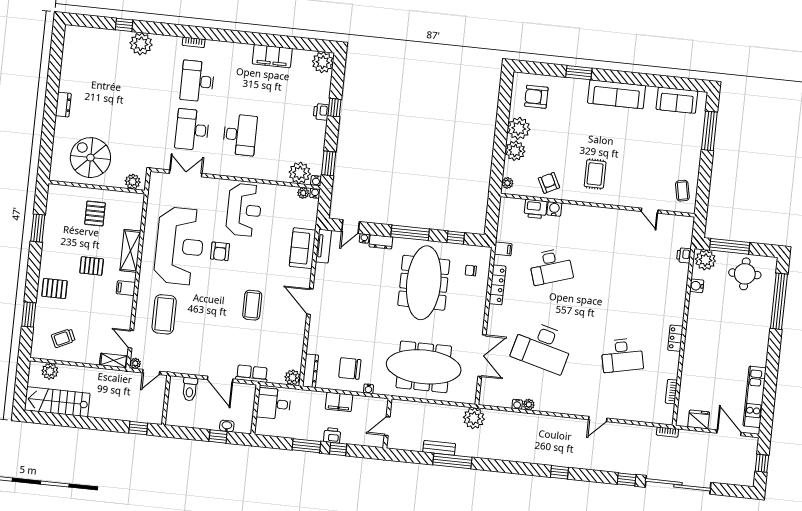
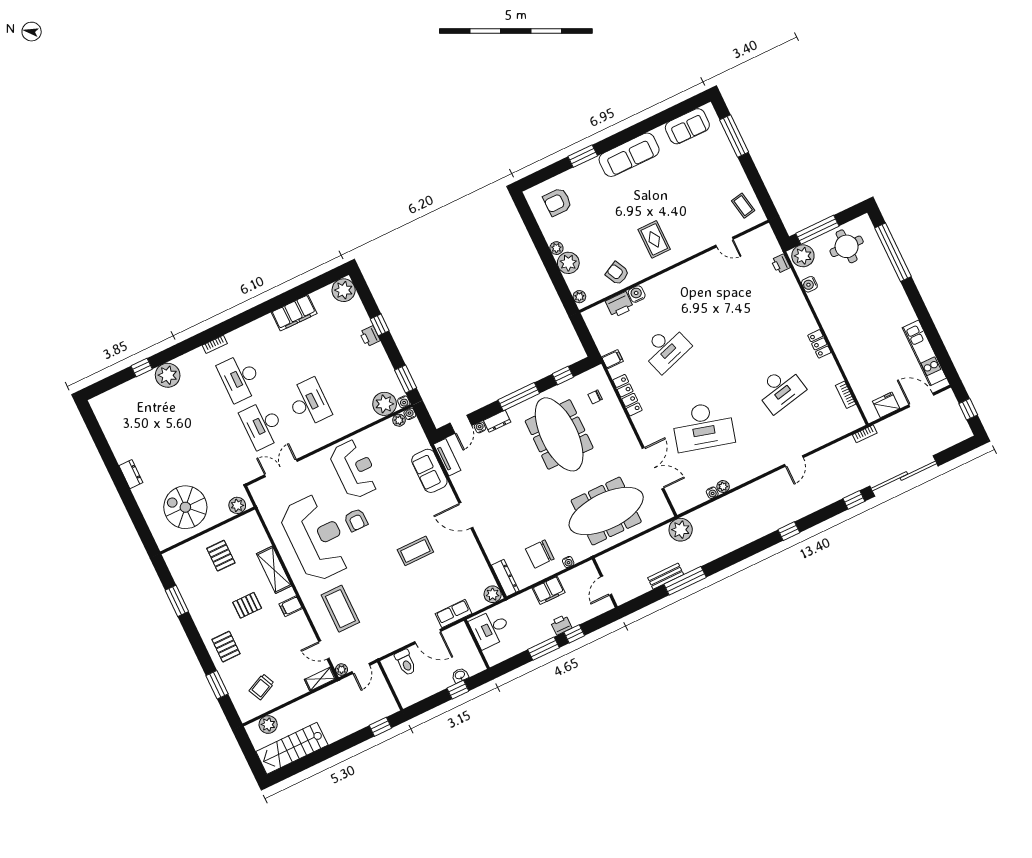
plant: (519, 128) -> (556, 248), width x0.53, depth x0.53
pallet: (55, 289) -> (226, 647), turned 90
coffee table: (252, 305) -> (415, 551), turned 90

